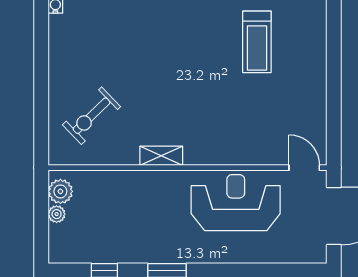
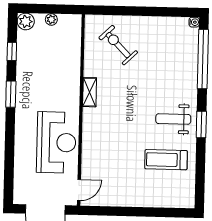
weight bench: (197, 33) -> (173, 119), added
plant: (60, 191) -> (26, 21), moved

